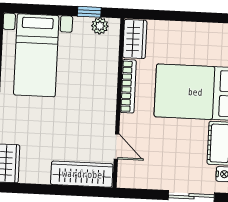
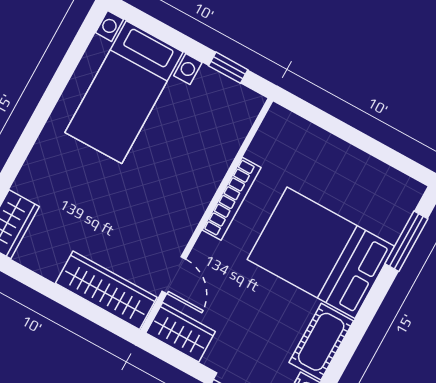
plant: (100, 26) -> (233, 95), removed
wardrobe: (135, 39) -> (181, 332), moved, turned -90

